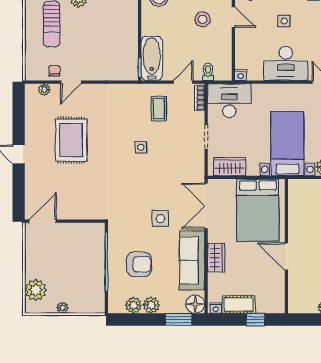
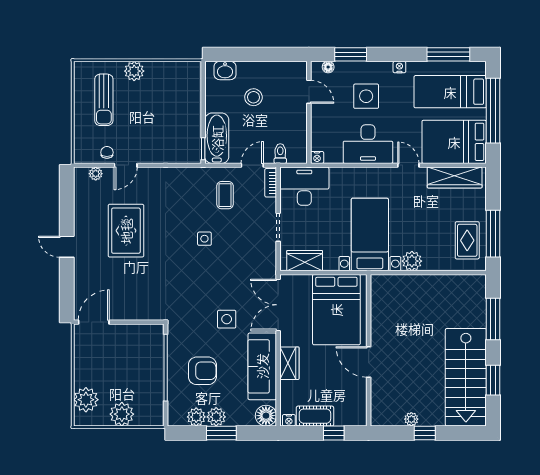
stool: (202, 19) -> (253, 97), moved
side table: (284, 21) -> (366, 96), width x1.87, depth x1.87
plant: (63, 308) -> (122, 414), width x1.87, depth x1.87
window: (178, 319) -> (221, 433), moved

